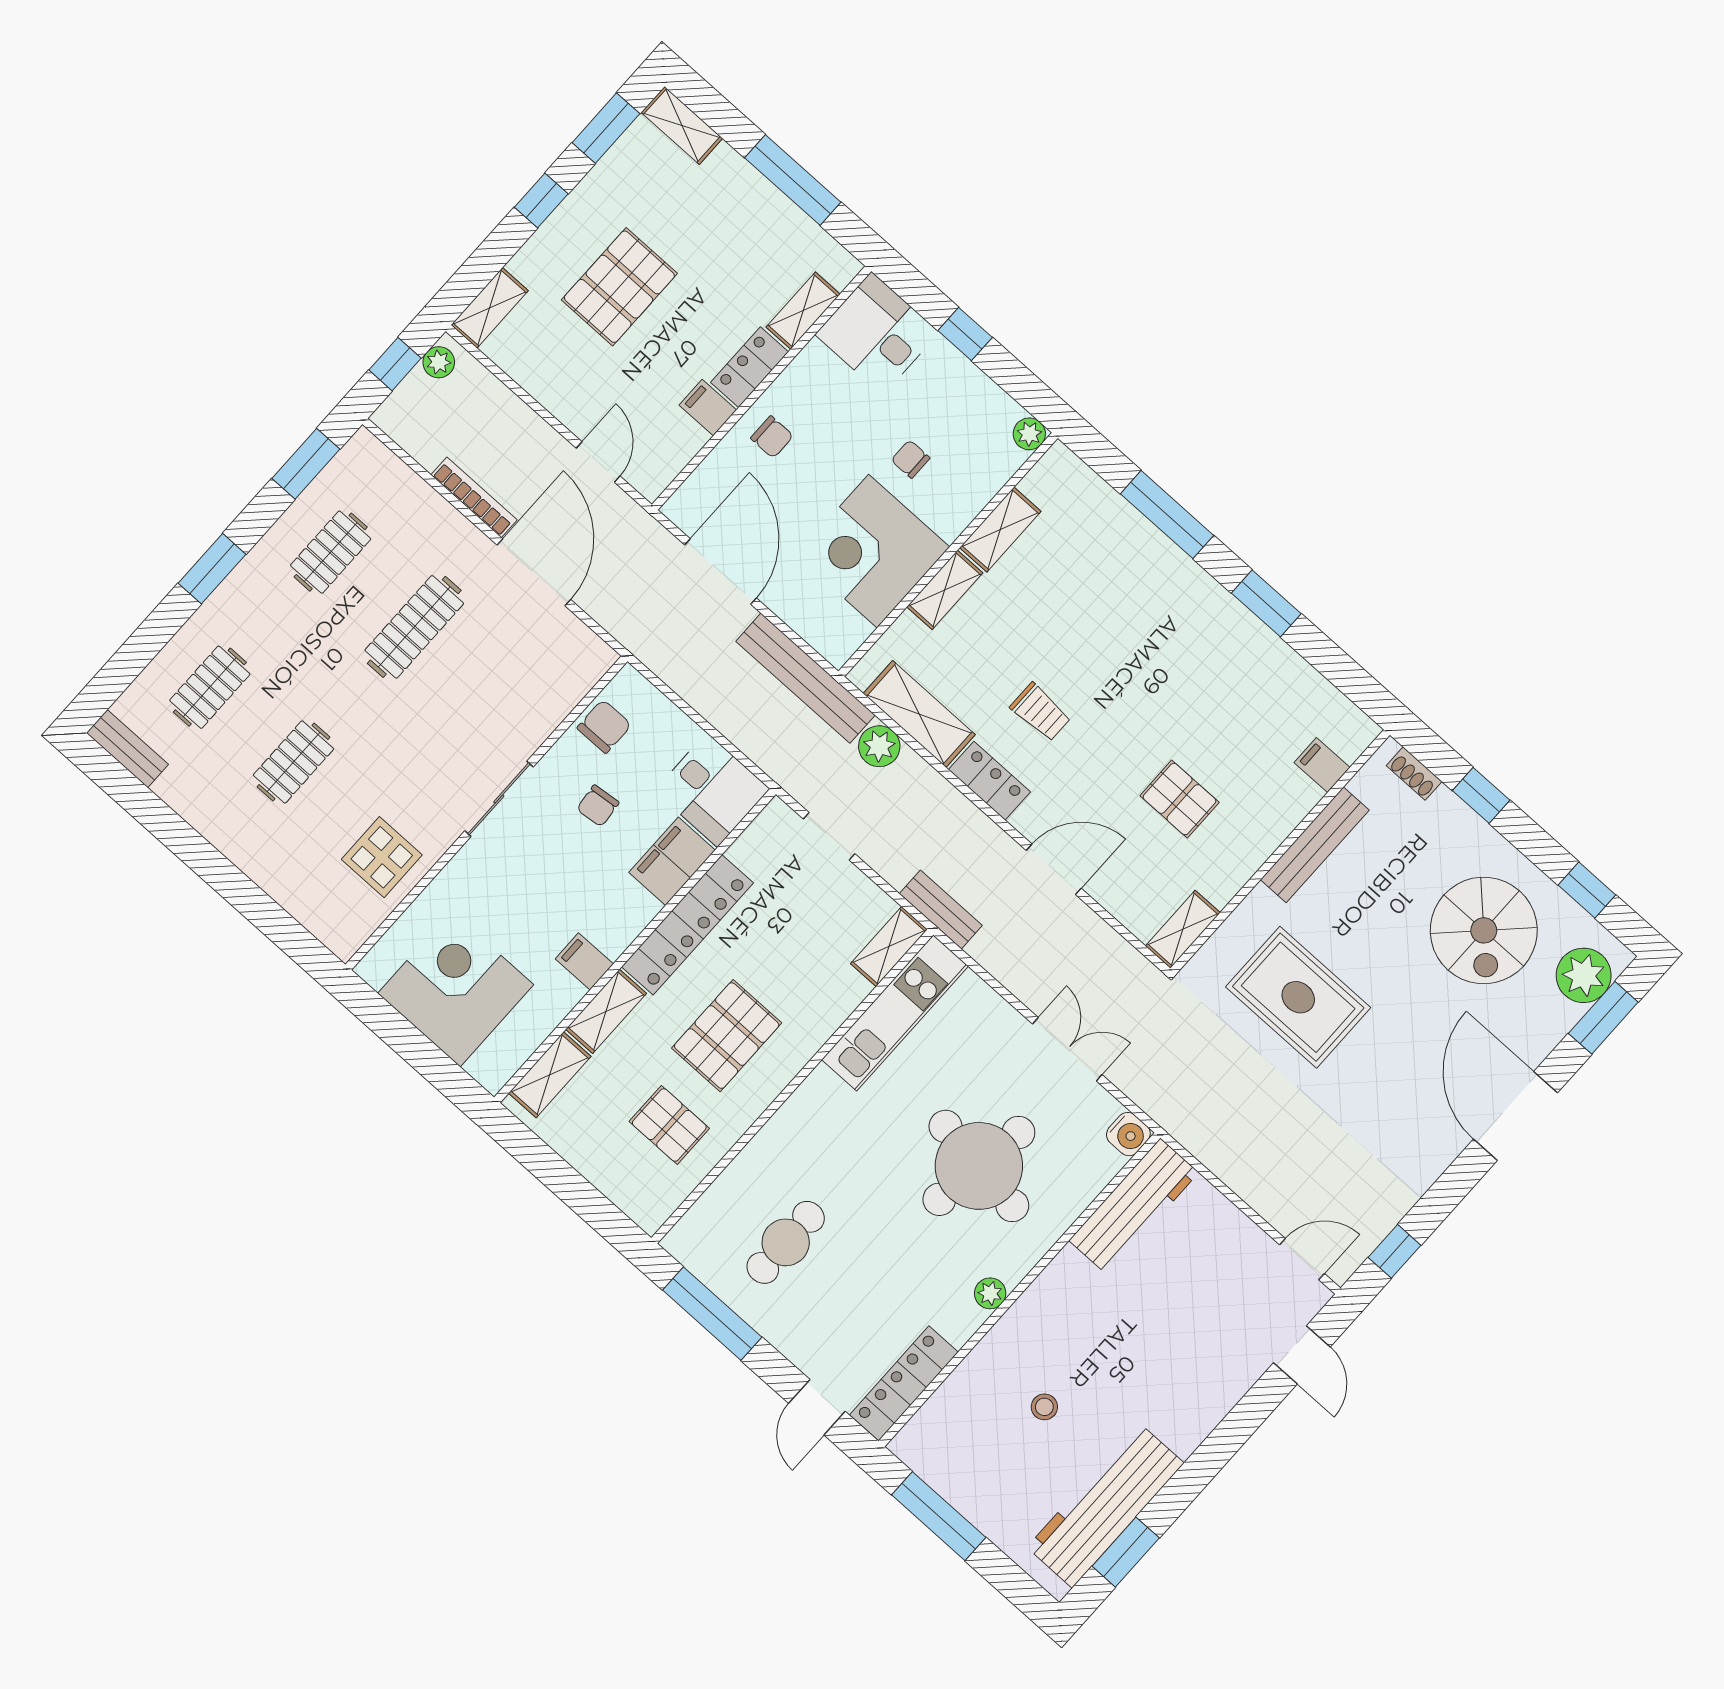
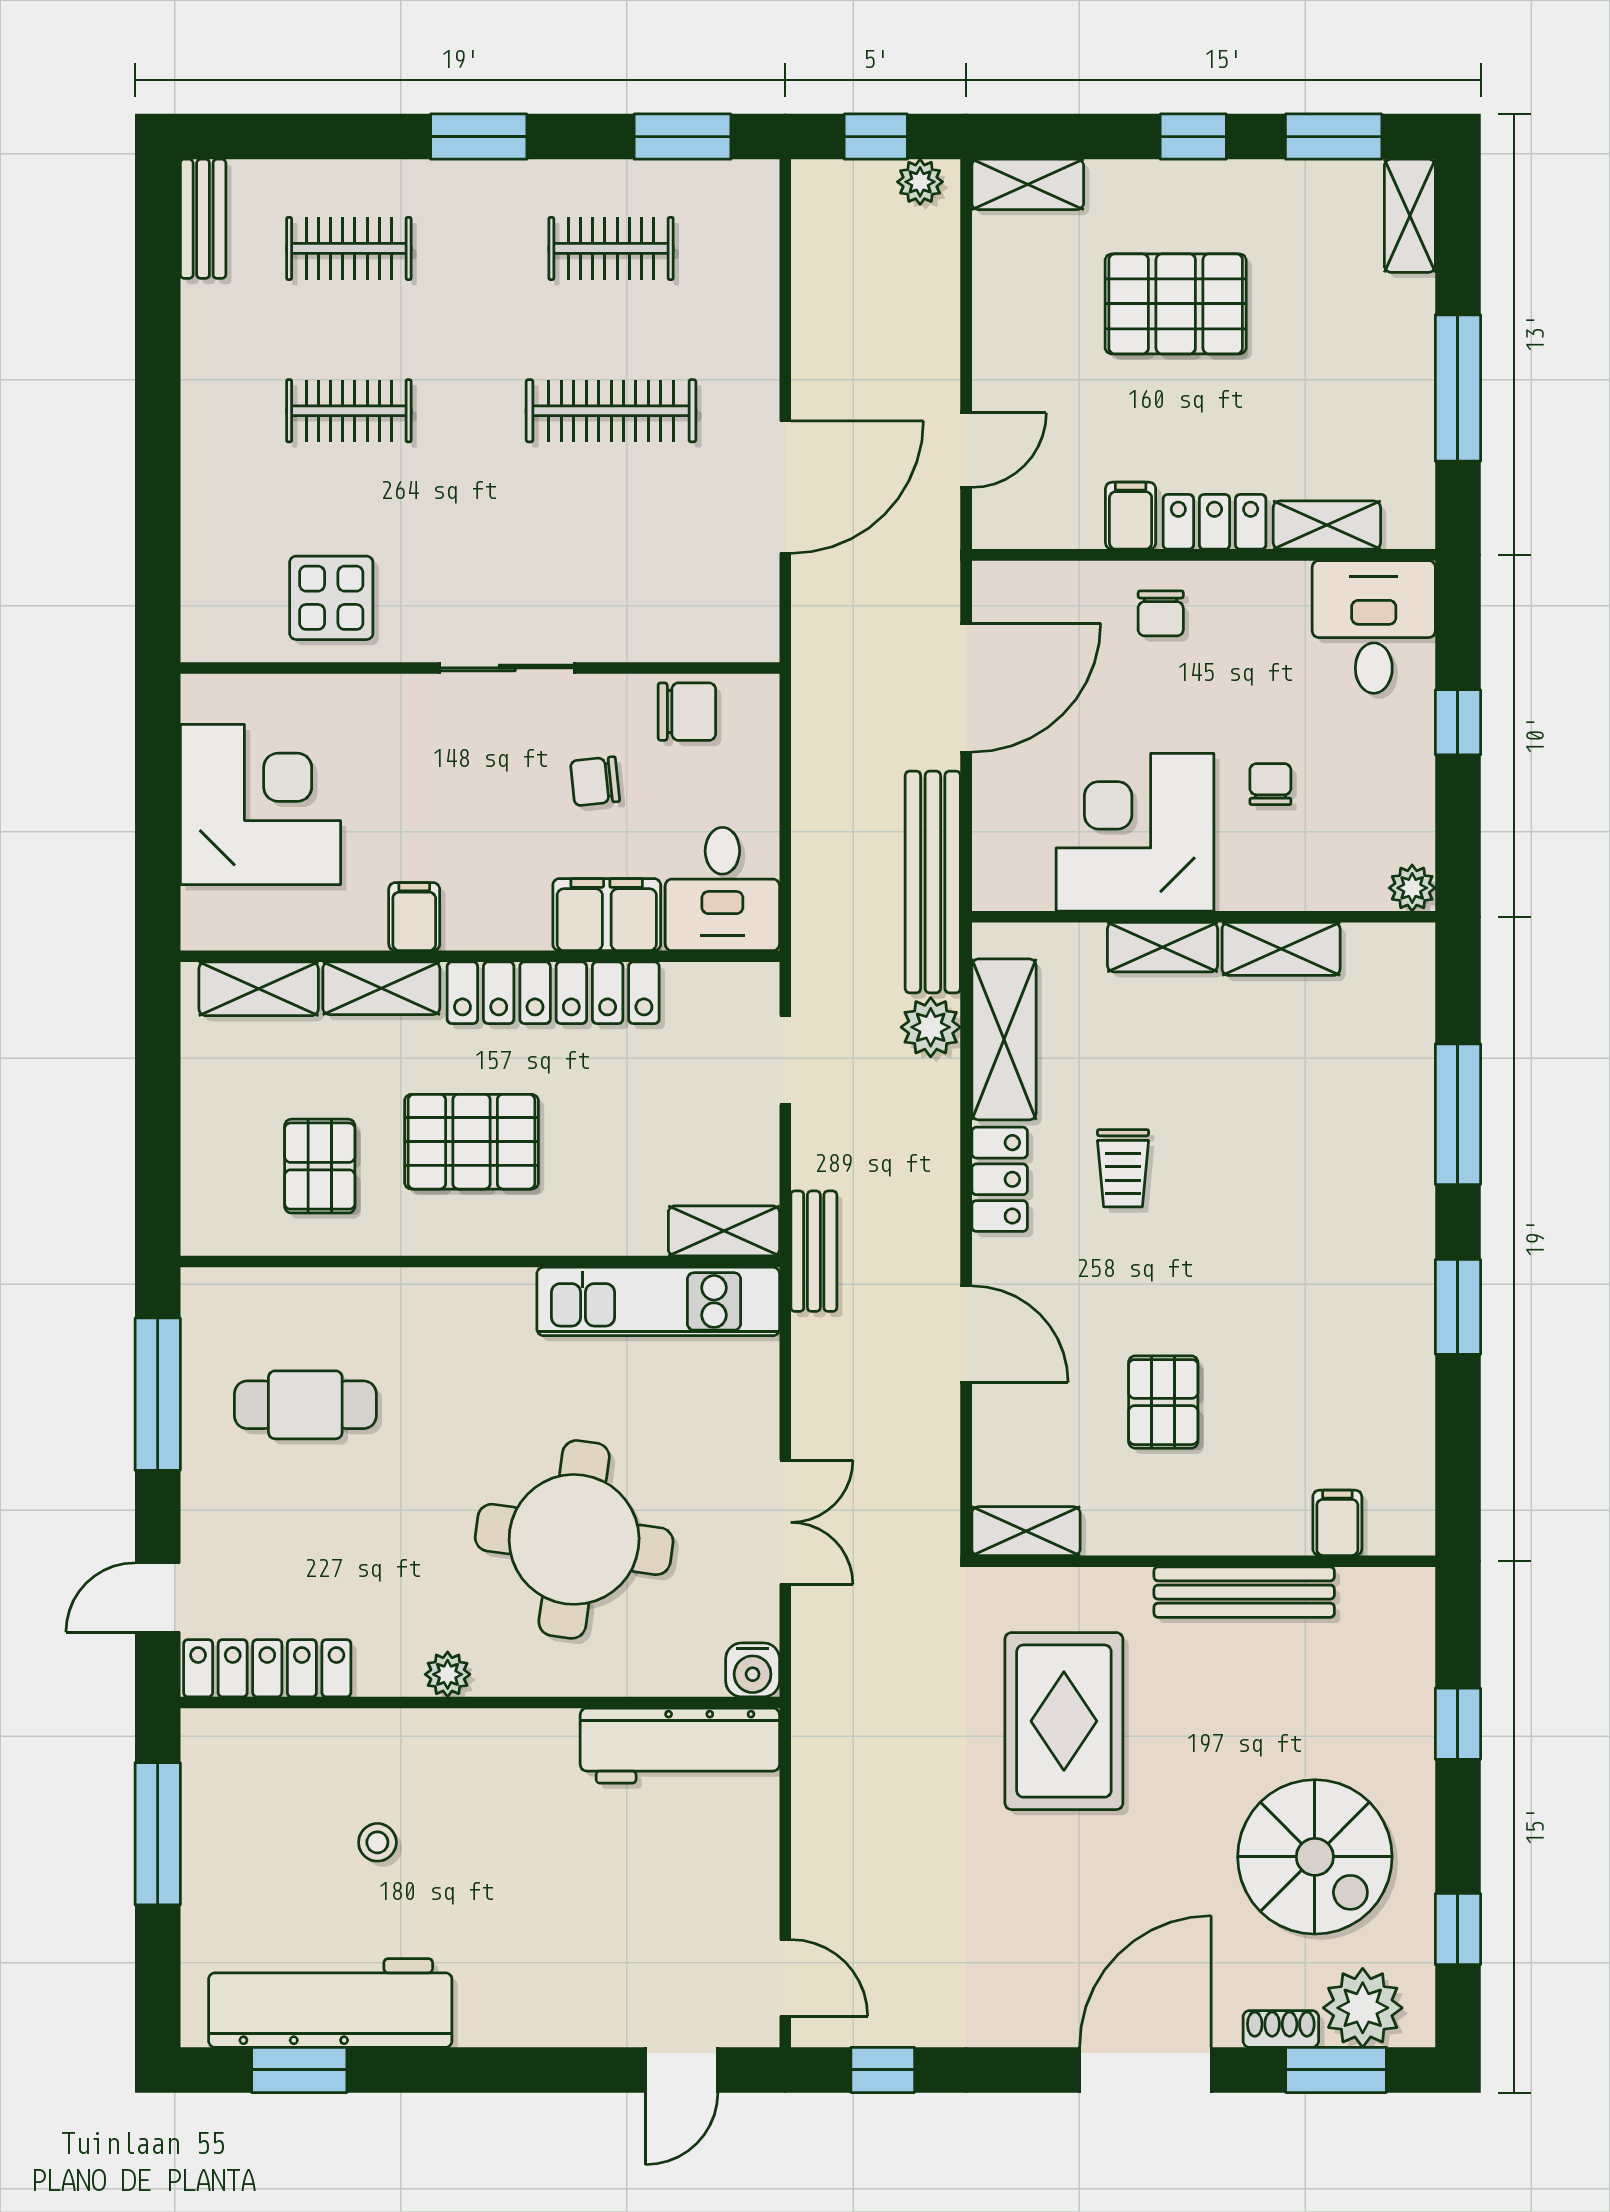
bookcase: (474, 497) -> (808, 350), removed
shoe rack: (1414, 774) -> (1281, 2029), moved, turned 90
spiral stairs: (1484, 930) -> (1315, 1857), turned -90

